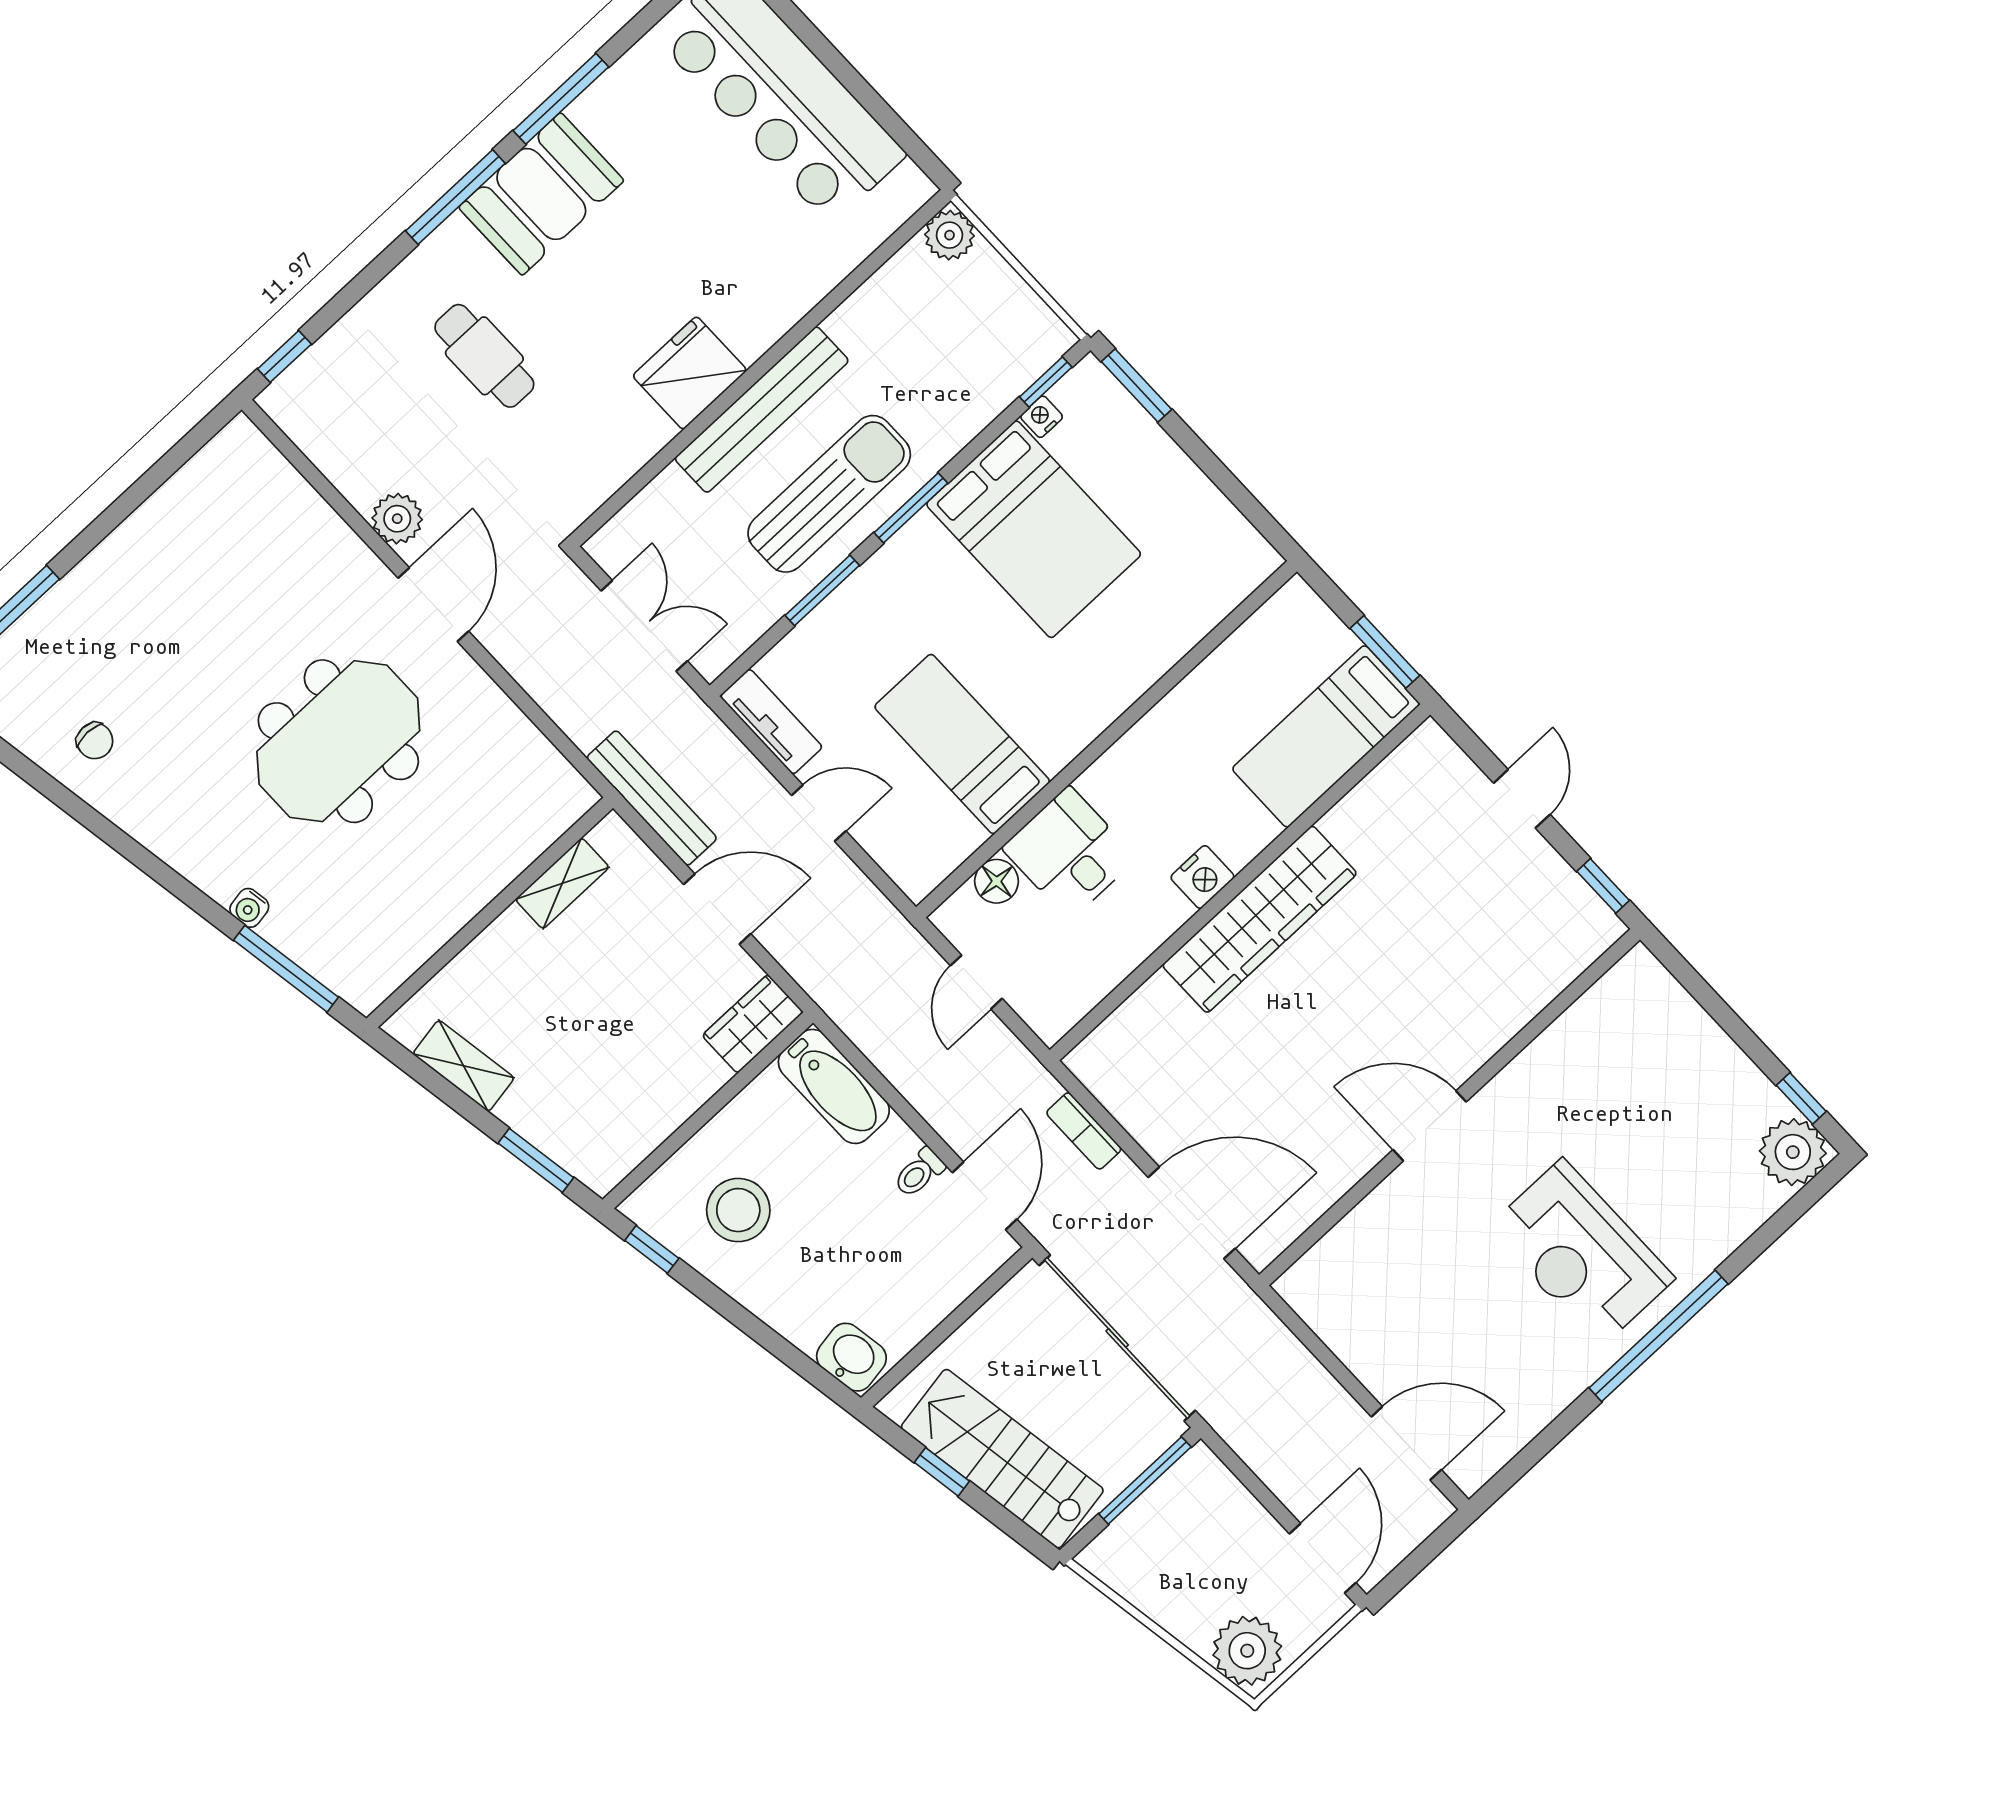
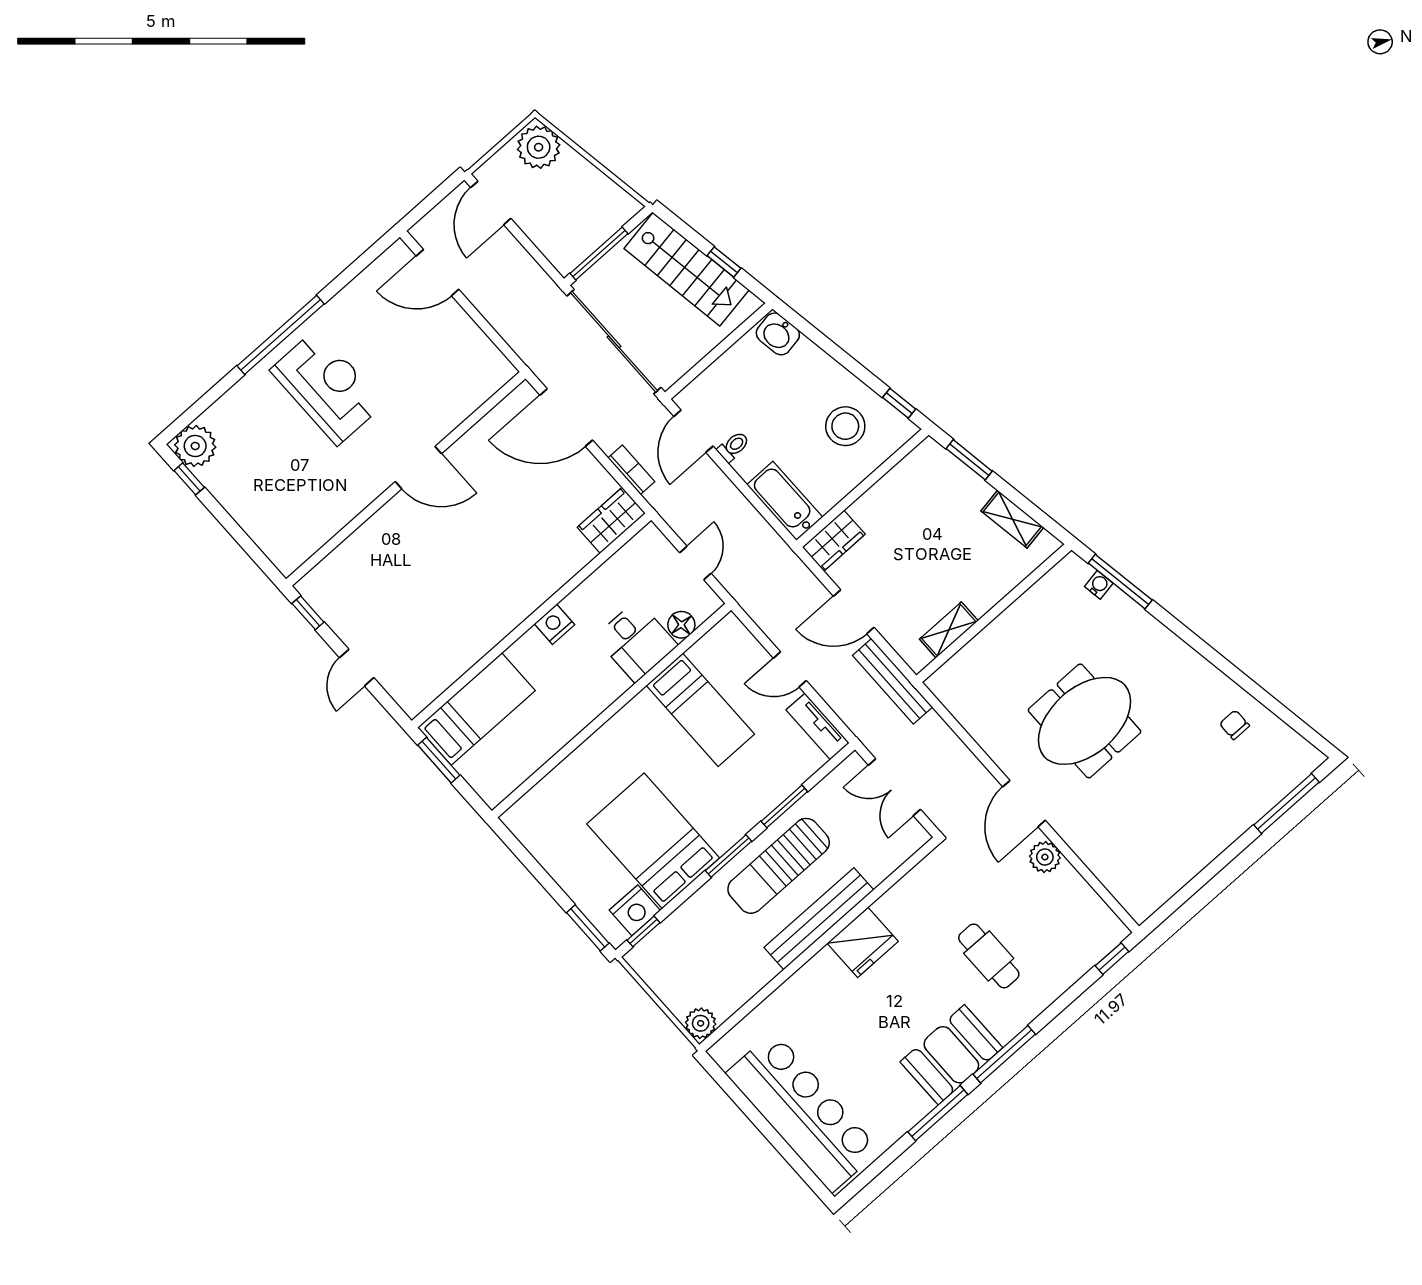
nightstand: (1042, 417) -> (635, 910), width x1.89, depth x1.79
water cooler: (249, 908) -> (1099, 585), moved
wardrobe: (1260, 919) -> (611, 520), moved, width x0.48, depth x0.85

